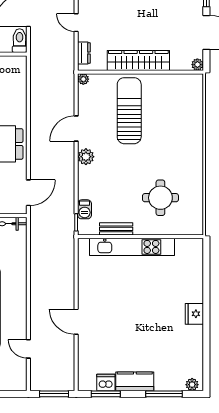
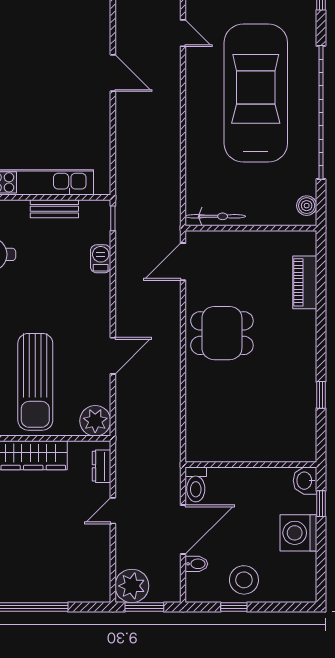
door: (76, 23) -> (113, 511), swing flipped
plant: (83, 79) -> (95, 421), width x1.88, depth x1.88
plant: (86, 157) -> (99, 314), removed
barbecue: (85, 209) -> (101, 259), moved

